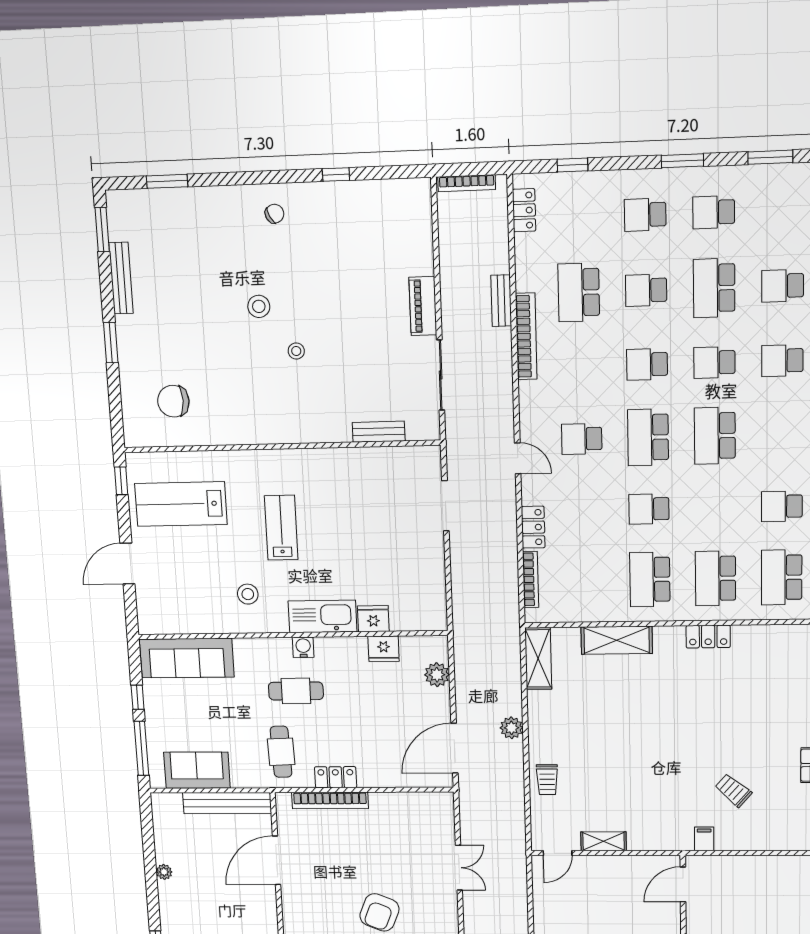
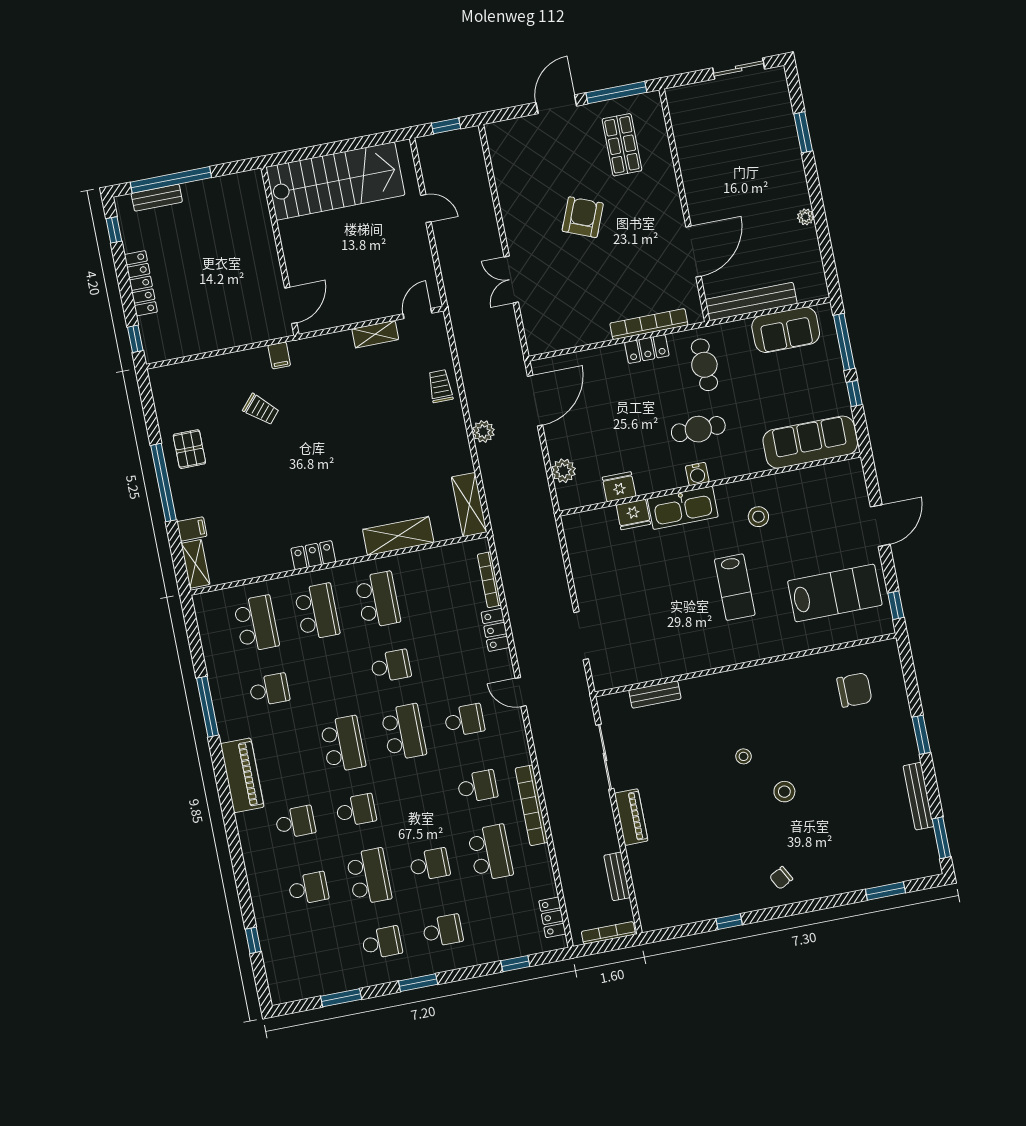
bench: (501, 301) -> (617, 876), moved
school desk: (647, 364) -> (477, 786), moved

